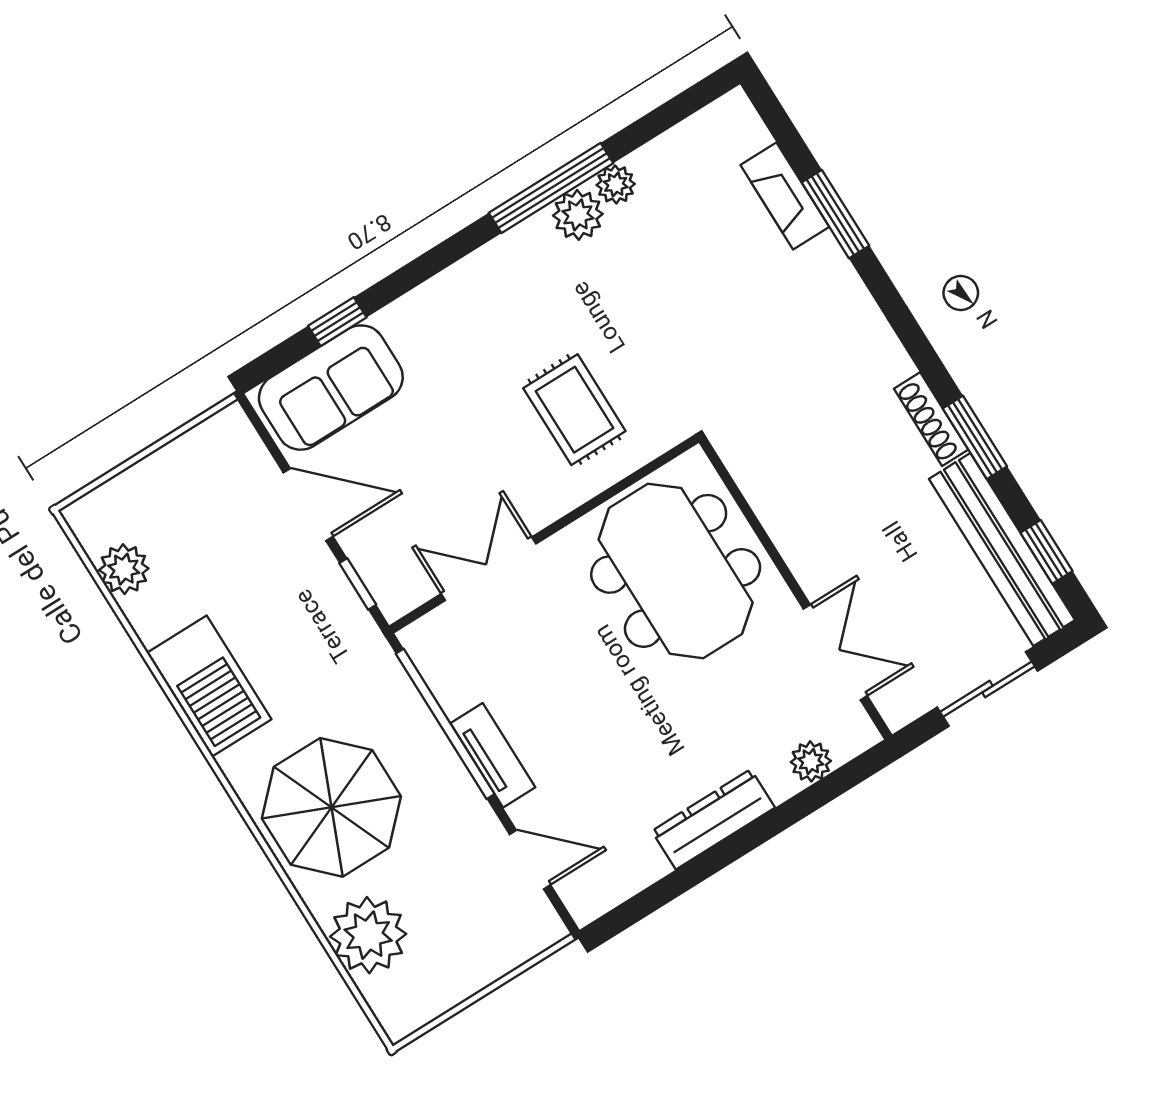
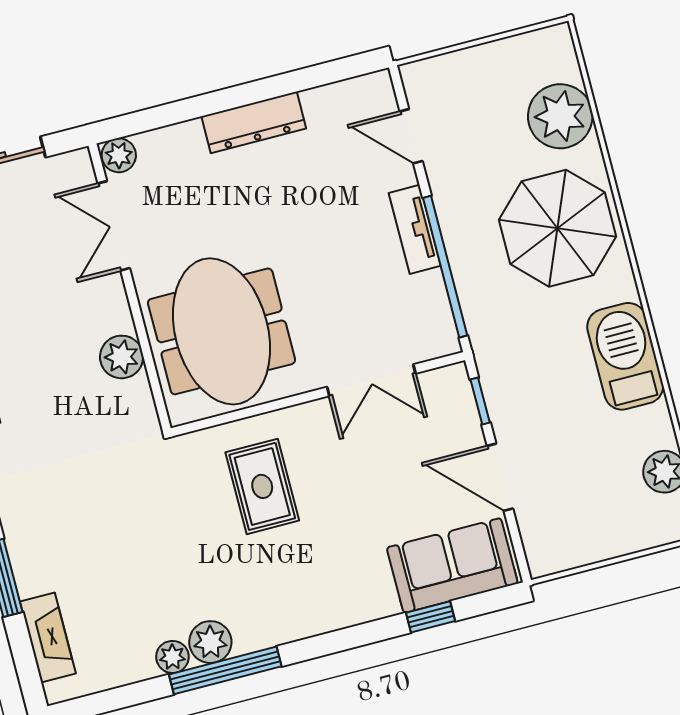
fireplace: (785, 196) -> (48, 638), moved
plant: (780, 506) -> (122, 357), added
plant: (811, 761) -> (119, 155), moved

